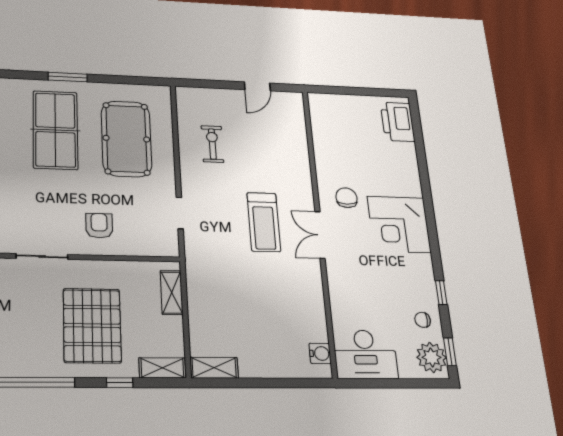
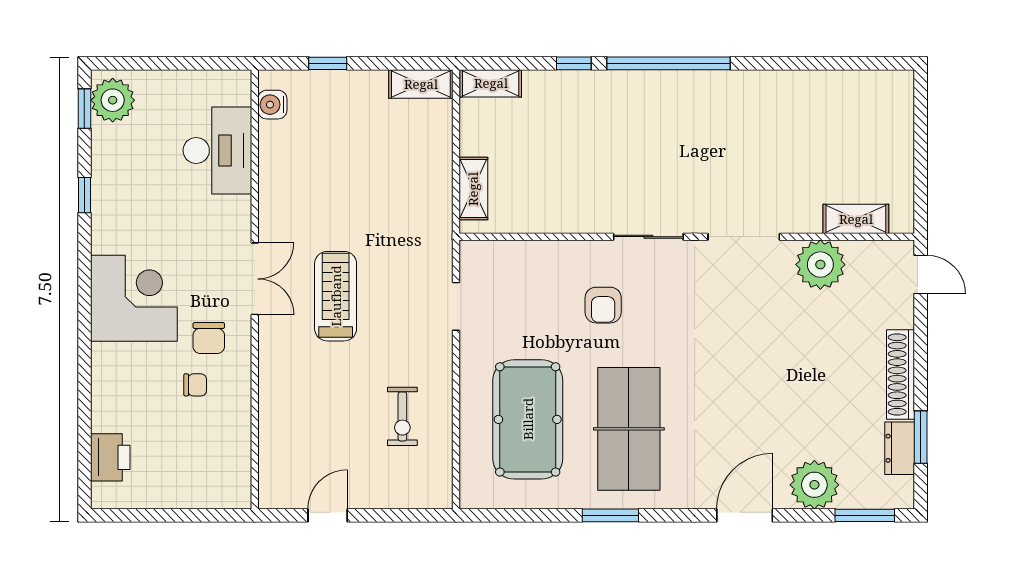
printer: (398, 122) -> (110, 457), width x0.73, depth x0.84
armchair: (99, 226) -> (603, 305), moved
chair: (423, 320) -> (195, 385), moved
pallet: (92, 326) -> (583, 141), removed
desk: (365, 354) -> (217, 150), moved, turned 90
window: (120, 383) -> (574, 63), moved
window: (283, 383) -> (328, 63), added

